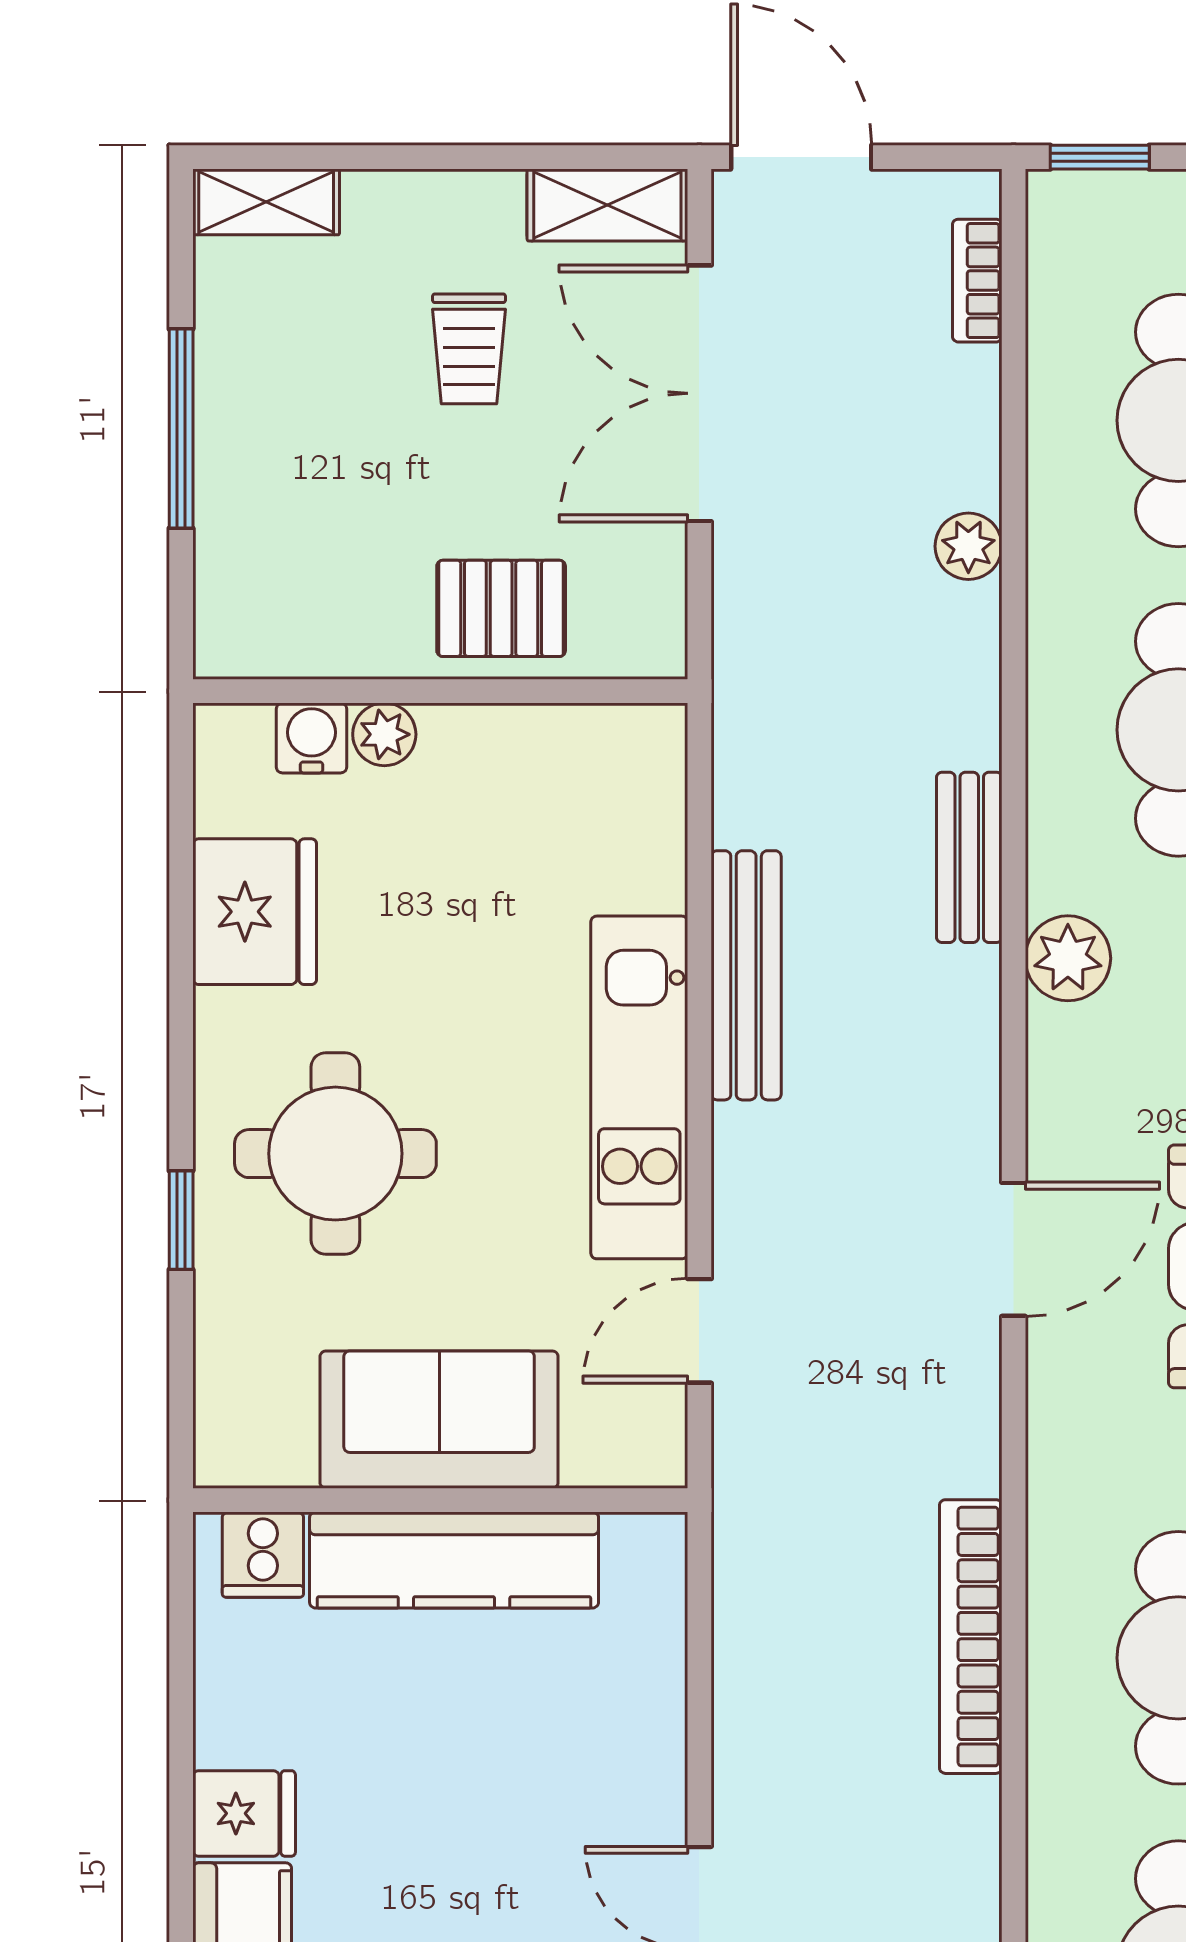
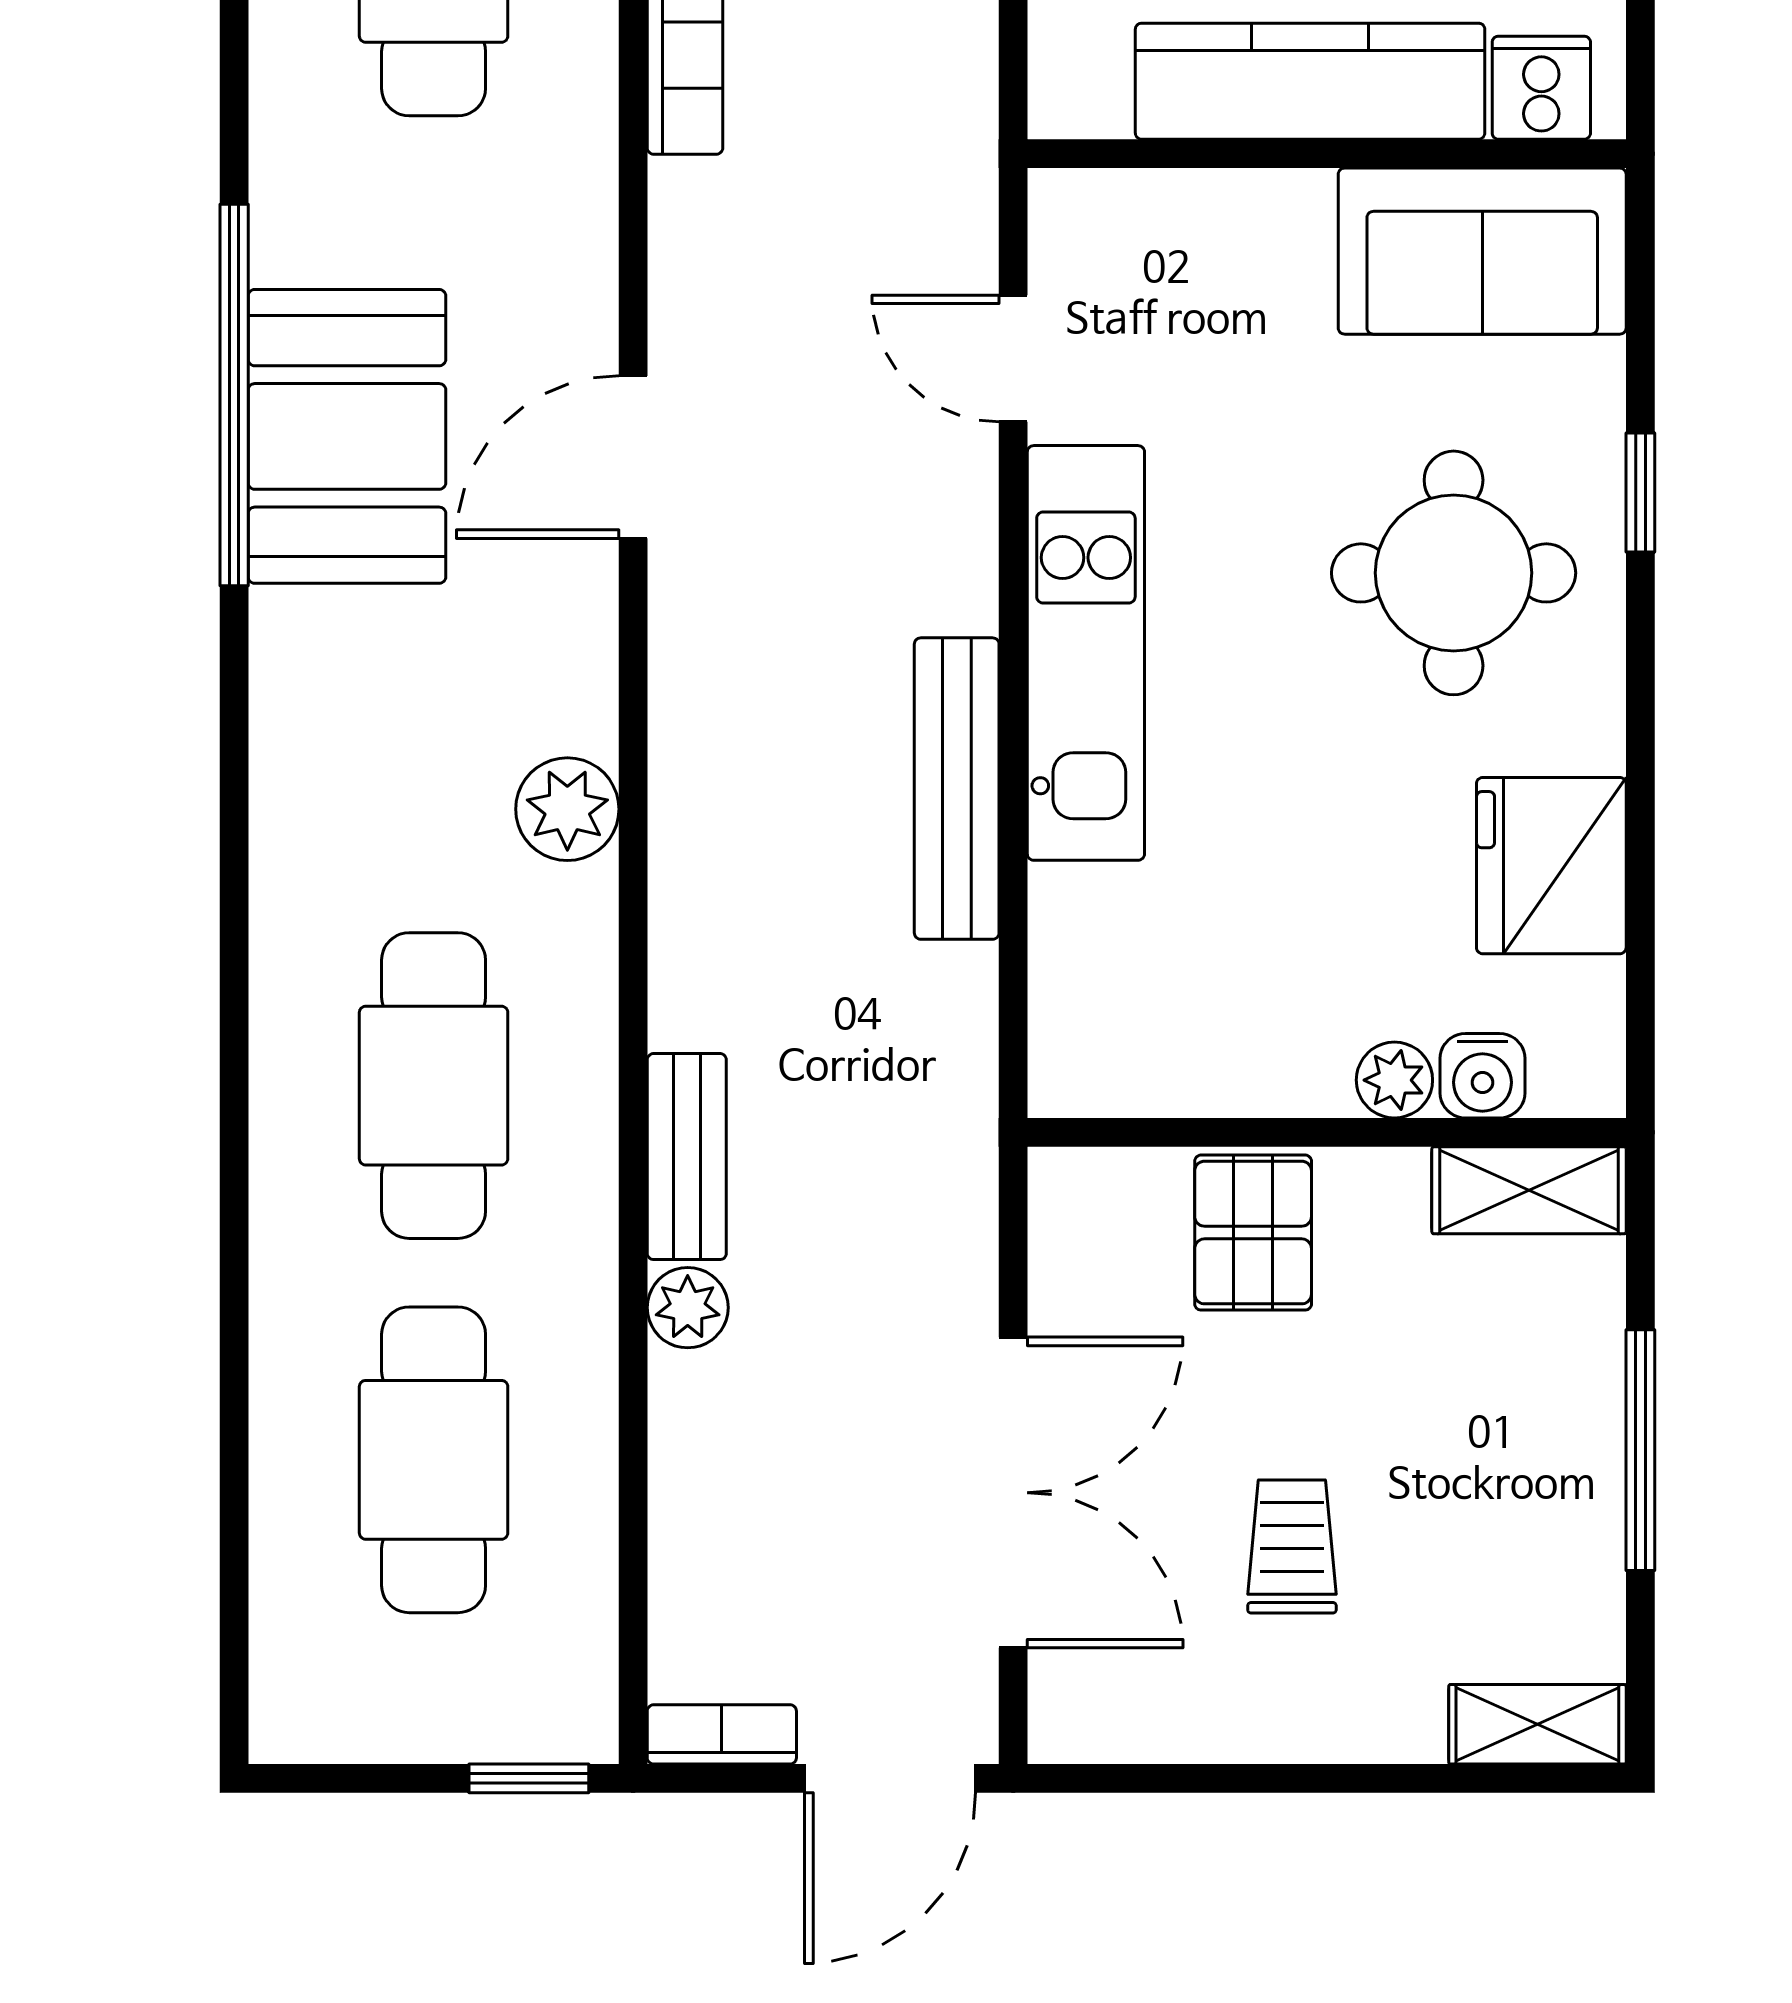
door: (801, 157) -> (890, 1778), hinge flipped
shelving: (607, 205) -> (1529, 1190), moved
bookcase: (977, 281) -> (722, 1734), moved, turned -90
pallet: (501, 608) -> (1253, 1233), turned 90
bench: (969, 857) -> (687, 1157), moved
door: (699, 1331) -> (1013, 358), swing flipped
sofa: (439, 1420) -> (1482, 251), moved

